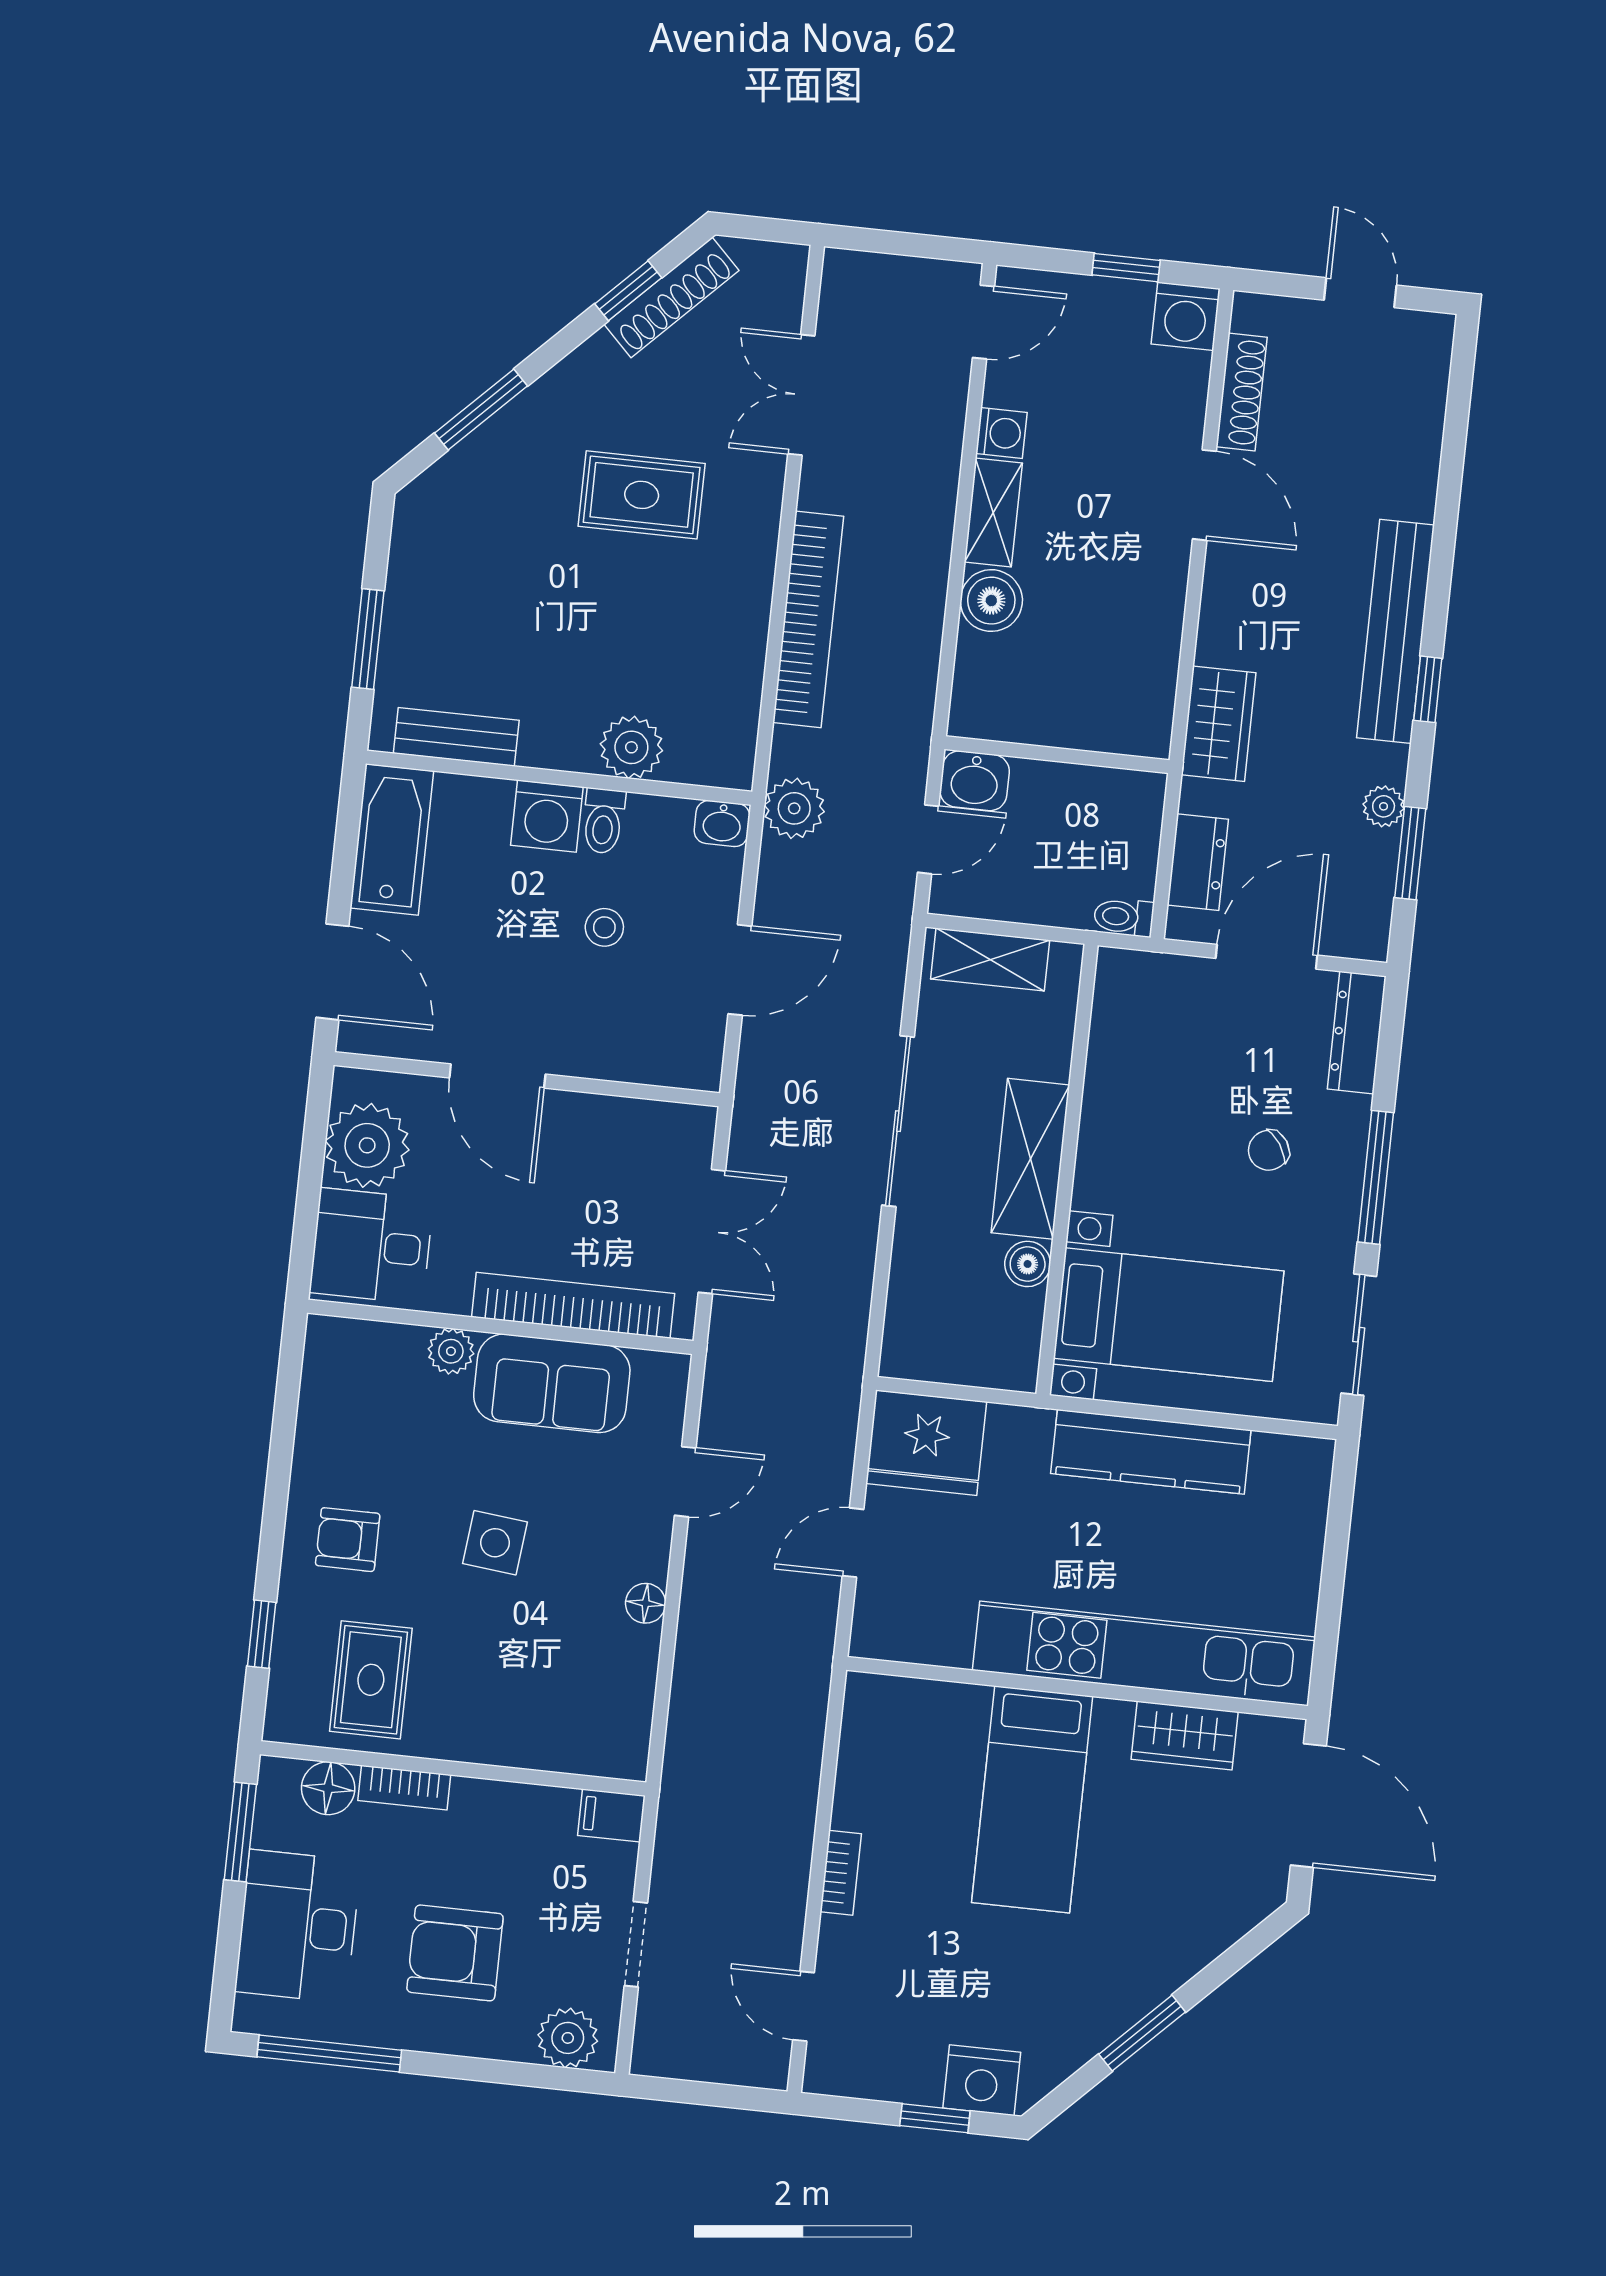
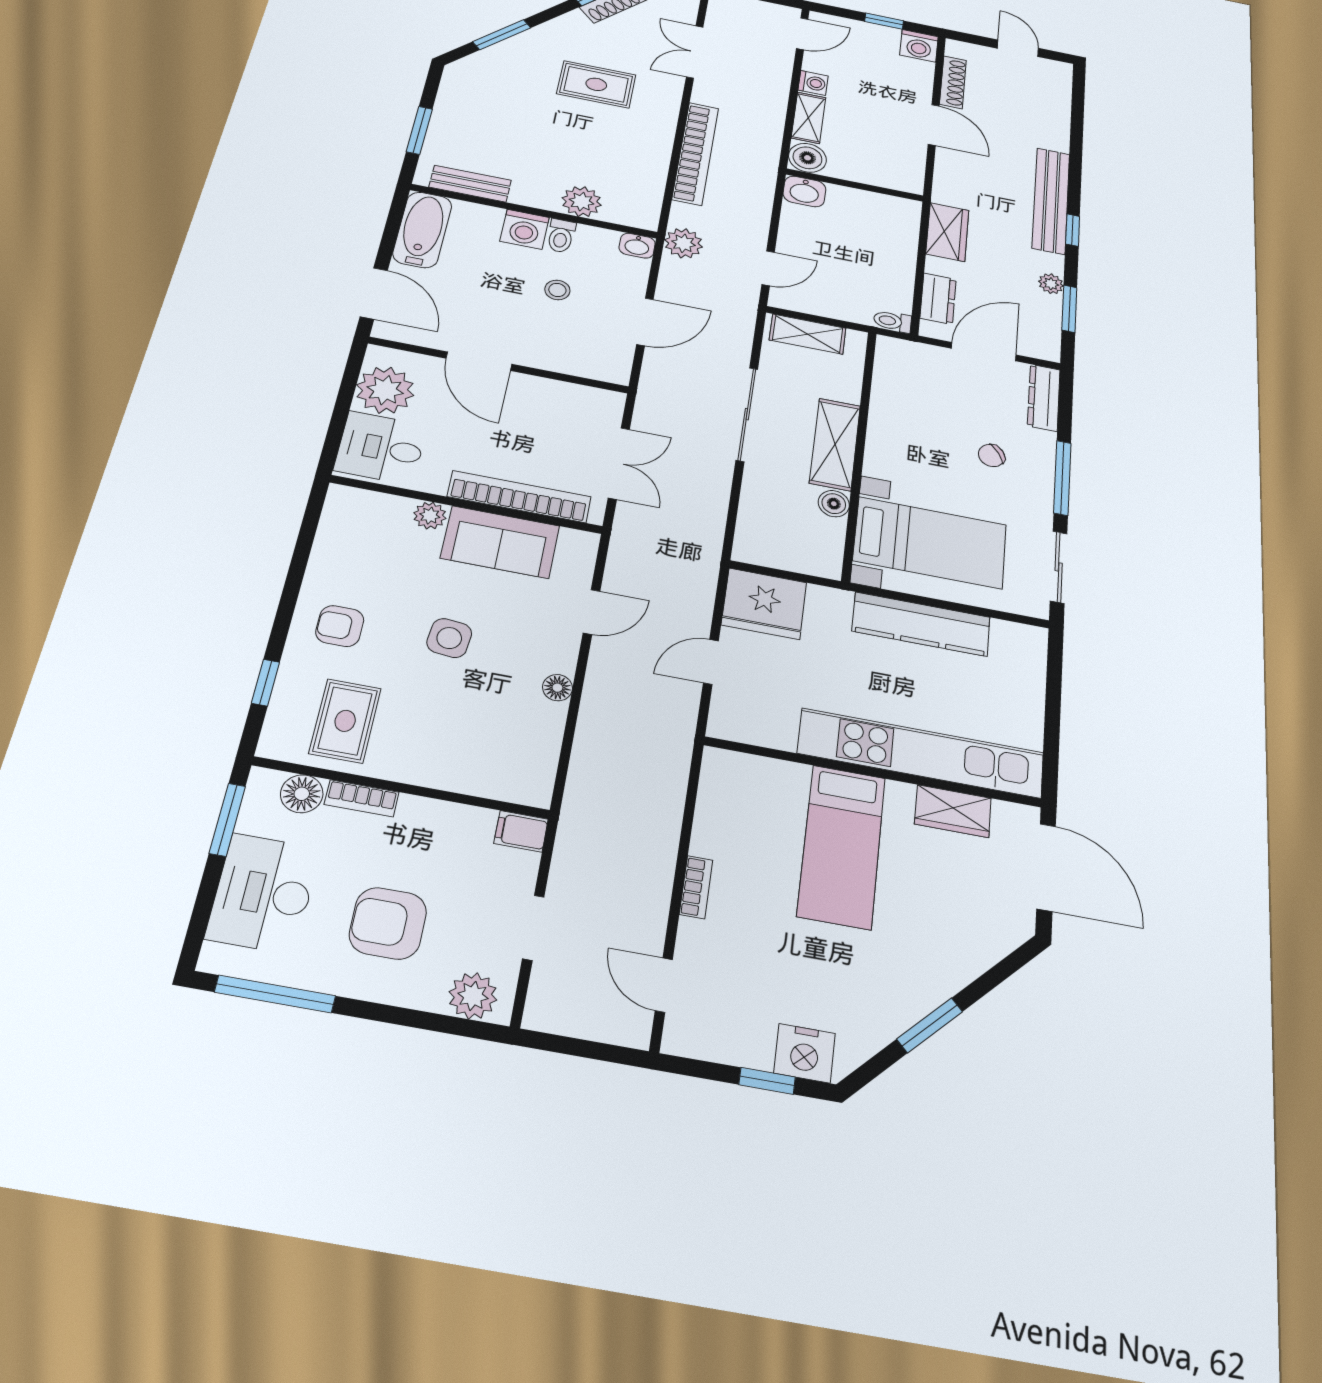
wall: (1057, 755) -> (855, 185), moved
washbasin: (975, 781) -> (804, 191), moved

